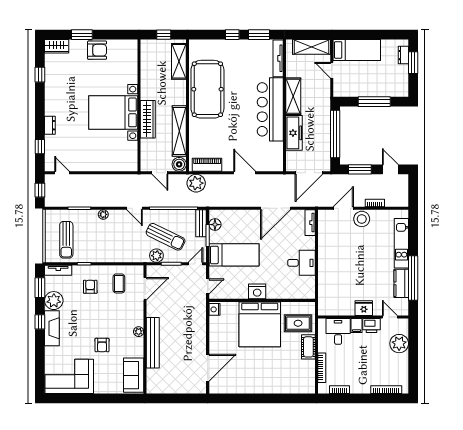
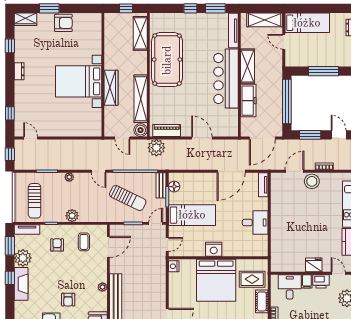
dresser: (50, 125) -> (19, 71), moved
plant: (156, 256) -> (72, 216), moved

